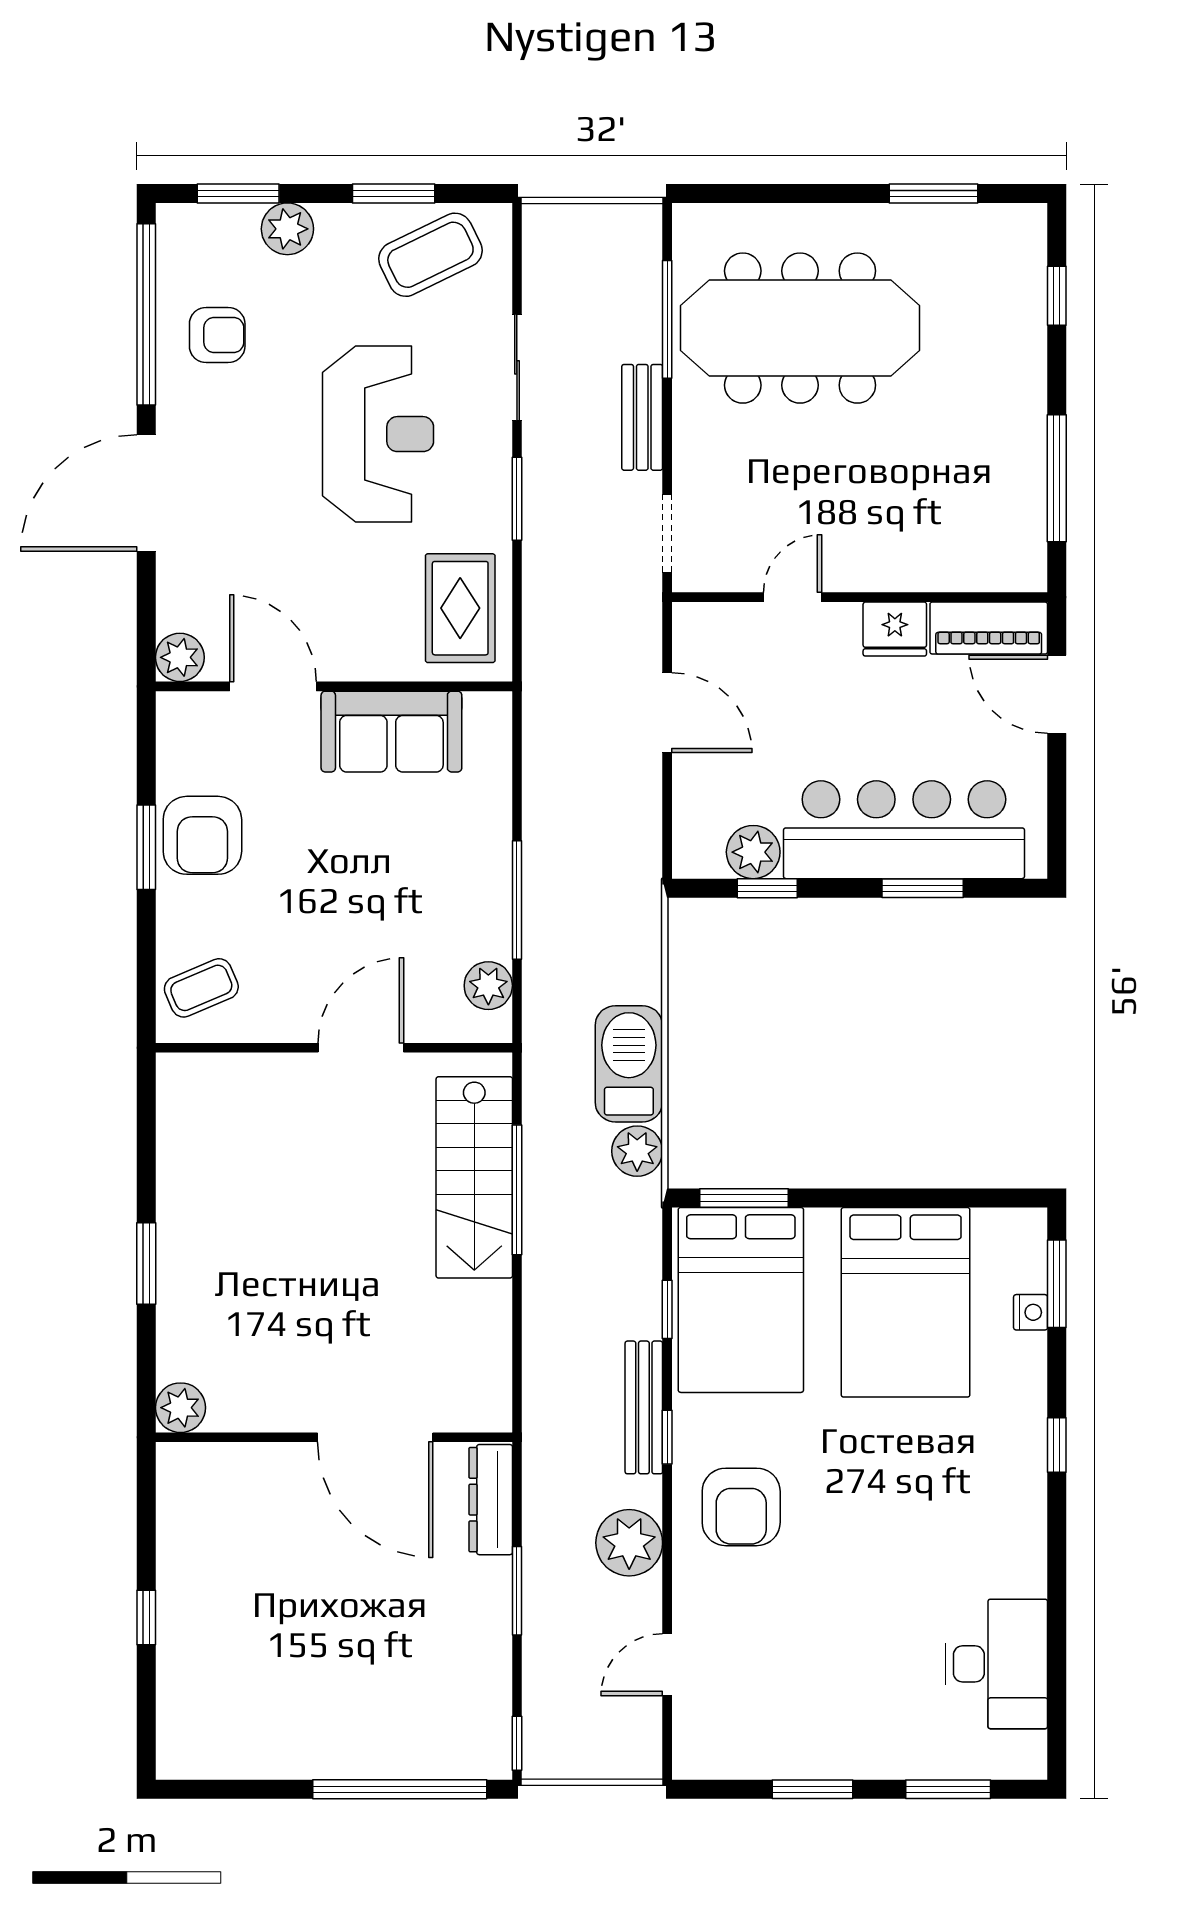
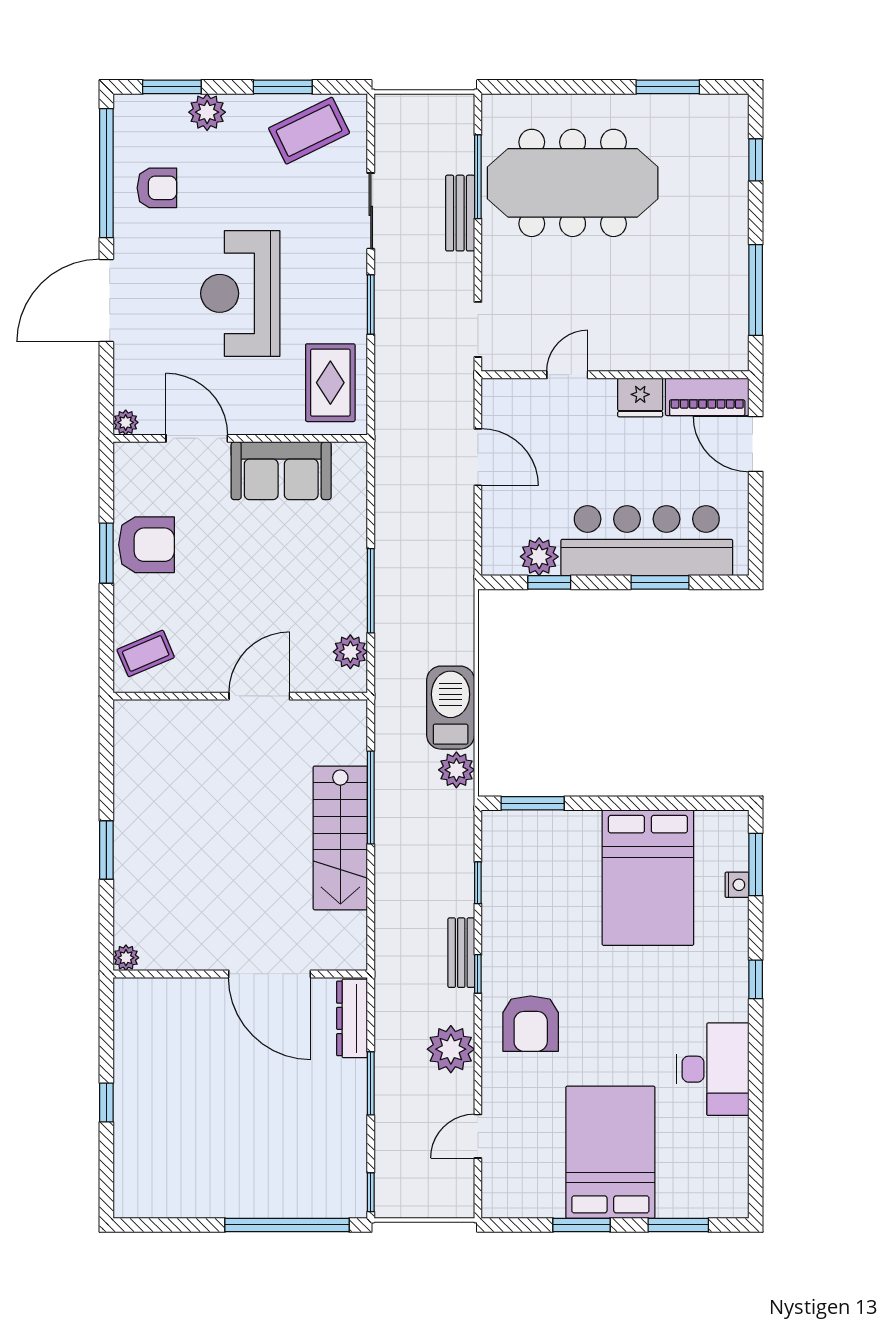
bench: (642, 417) -> (460, 213), moved
reception desk: (378, 434) -> (240, 293), moved, turned 180
plant: (180, 657) -> (126, 422), width x0.73, depth x0.73
armchair: (202, 835) -> (146, 545), turned -90
stairs: (474, 1177) -> (340, 838), moved
bed: (741, 1300) -> (610, 1152), moved, turned 180
bench: (644, 1407) -> (461, 953), width x0.73
plant: (180, 1408) -> (126, 958), width x0.73, depth x0.73
desk: (996, 1664) -> (713, 1069), moved

